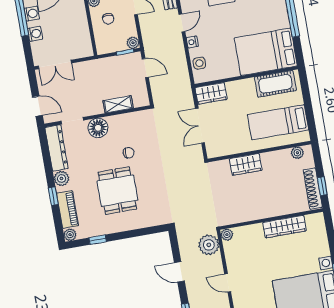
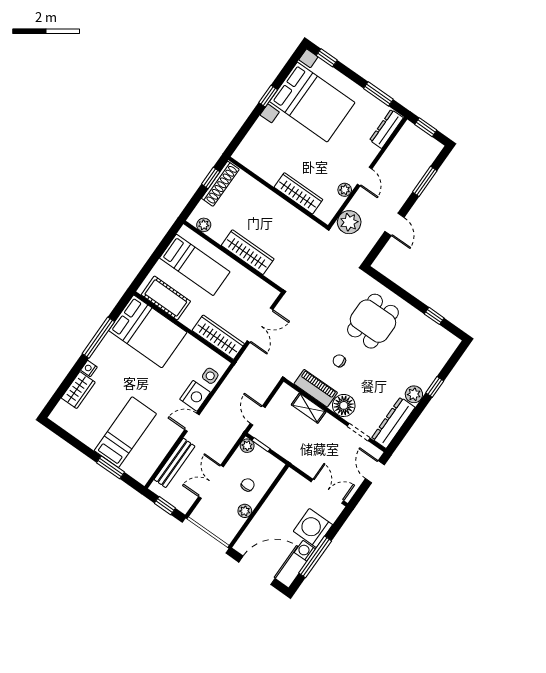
washing machine: (35, 34) -> (313, 528), width x1.89, depth x1.89
nightstand: (192, 42) -> (195, 396), width x1.89, depth x1.79
wardrobe: (211, 93) -> (218, 337), width x1.50
wardrobe: (246, 164) -> (248, 252), width x1.50
dining table: (117, 191) -> (373, 321), moved
piano: (67, 210) -> (316, 388), moved, turned 90
wardrobe: (285, 227) -> (298, 193), moved
plant: (70, 235) -> (452, 342), removed
plant: (227, 235) -> (345, 190), moved

